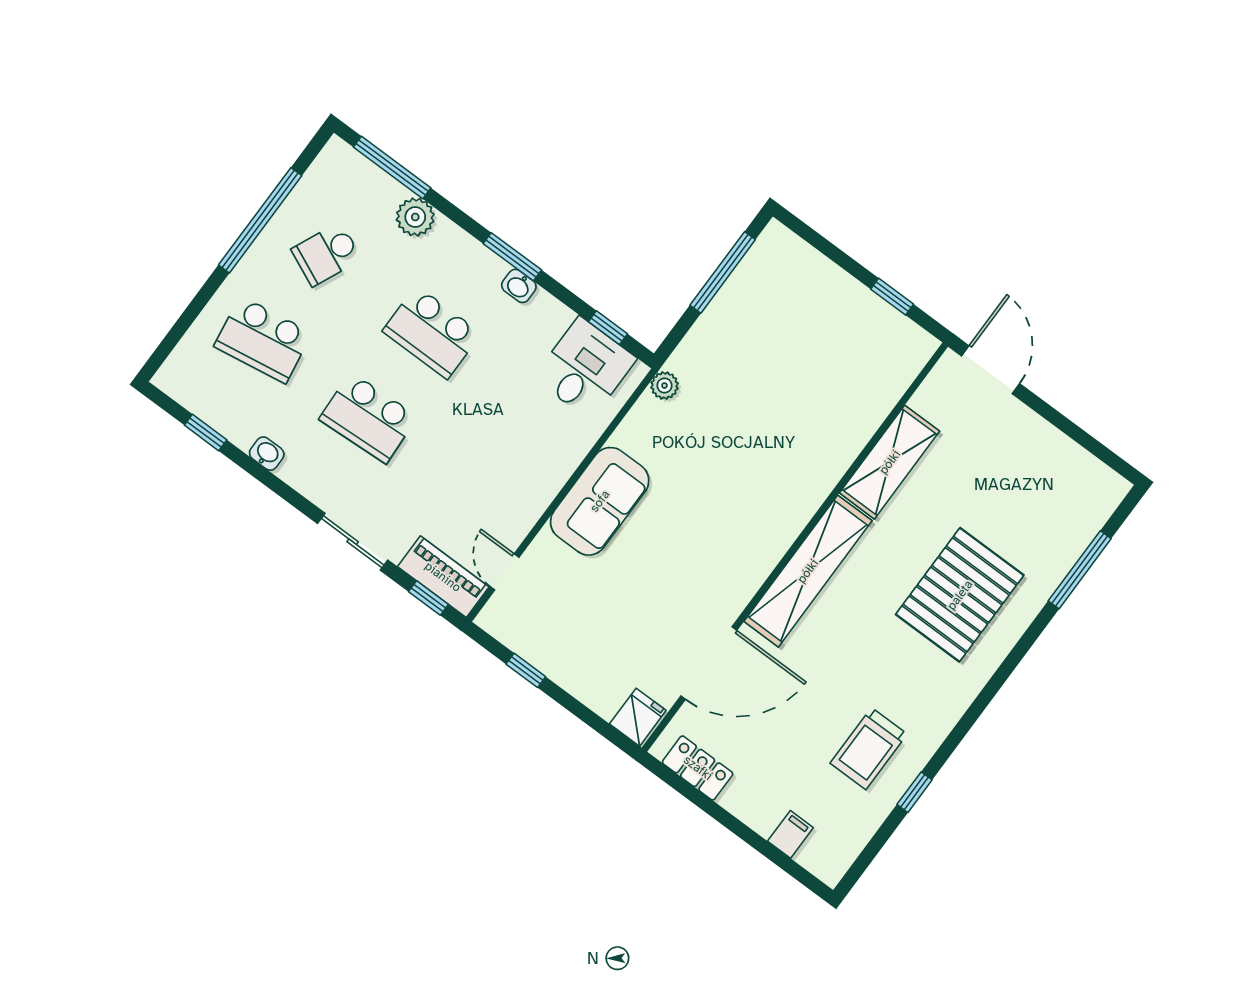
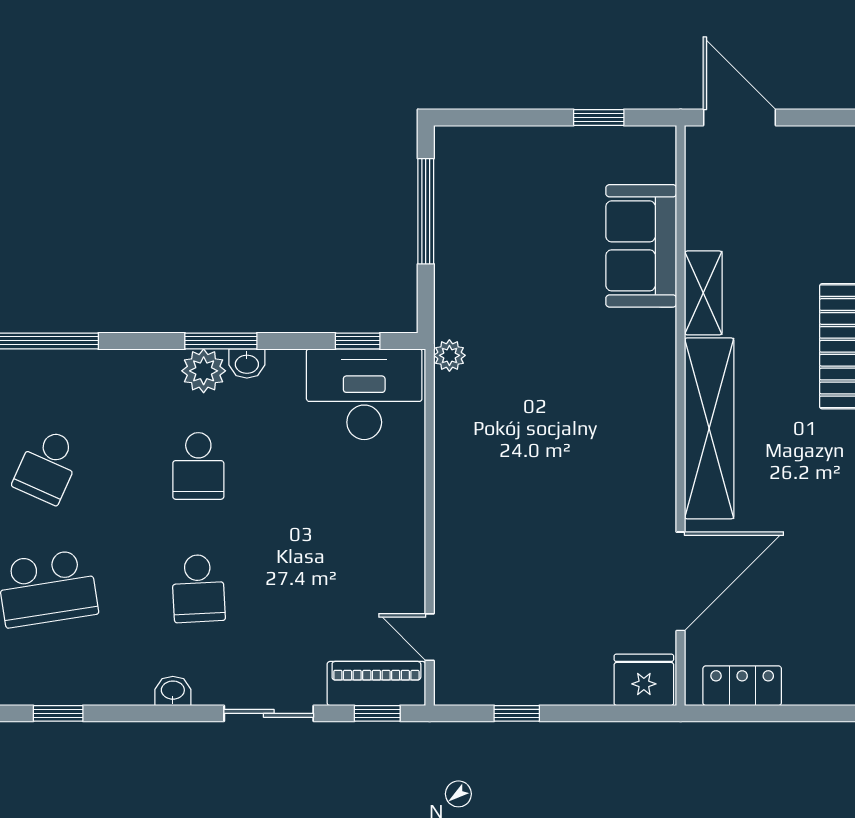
plant: (415, 217) -> (204, 371), moved
school desk: (432, 332) -> (198, 466), width x0.54
desk: (585, 368) -> (364, 394), width x1.37
school desk: (368, 418) -> (198, 588), width x0.54
washbasin: (267, 454) -> (173, 691), moved
shelving: (890, 462) -> (703, 293), width x0.67, depth x0.75
sofa: (600, 501) -> (641, 246), moved, turned 180
fridge: (638, 717) -> (644, 680), width x1.38

